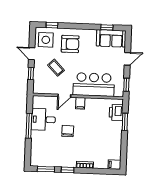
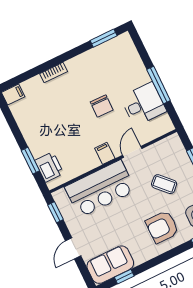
window: (68, 170) -> (73, 53), removed

